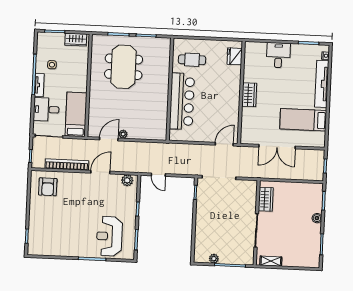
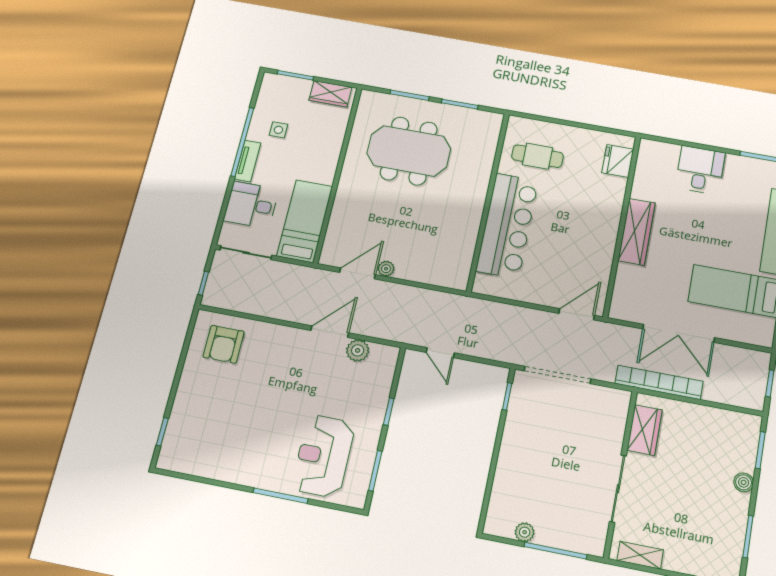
meeting table: (124, 67) -> (409, 151), turned 90
wardrobe: (249, 95) -> (636, 232), width x1.50
bookcase: (67, 165) -> (659, 382), moved
plant: (127, 180) -> (358, 350), moved

